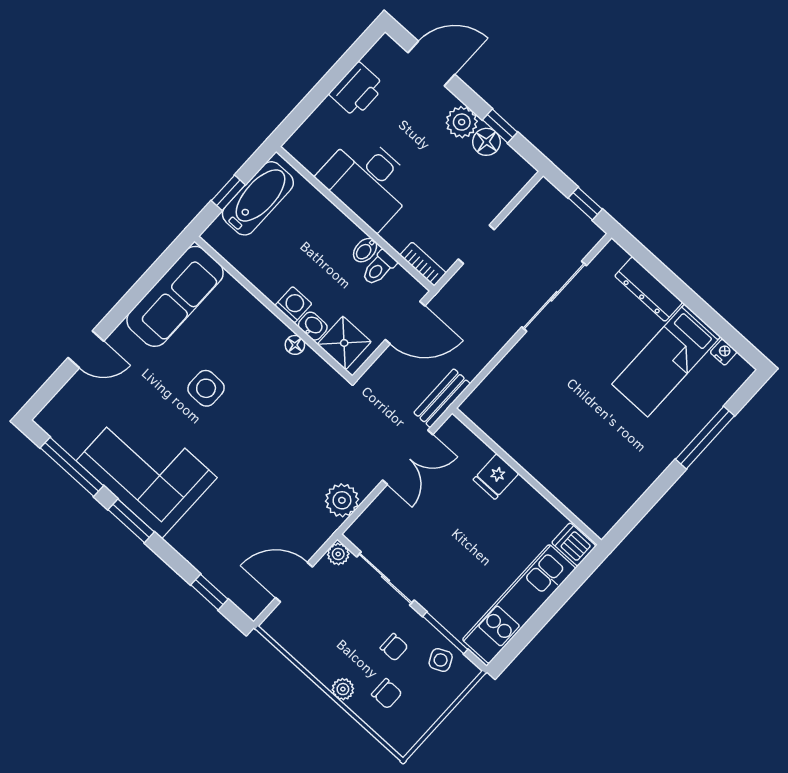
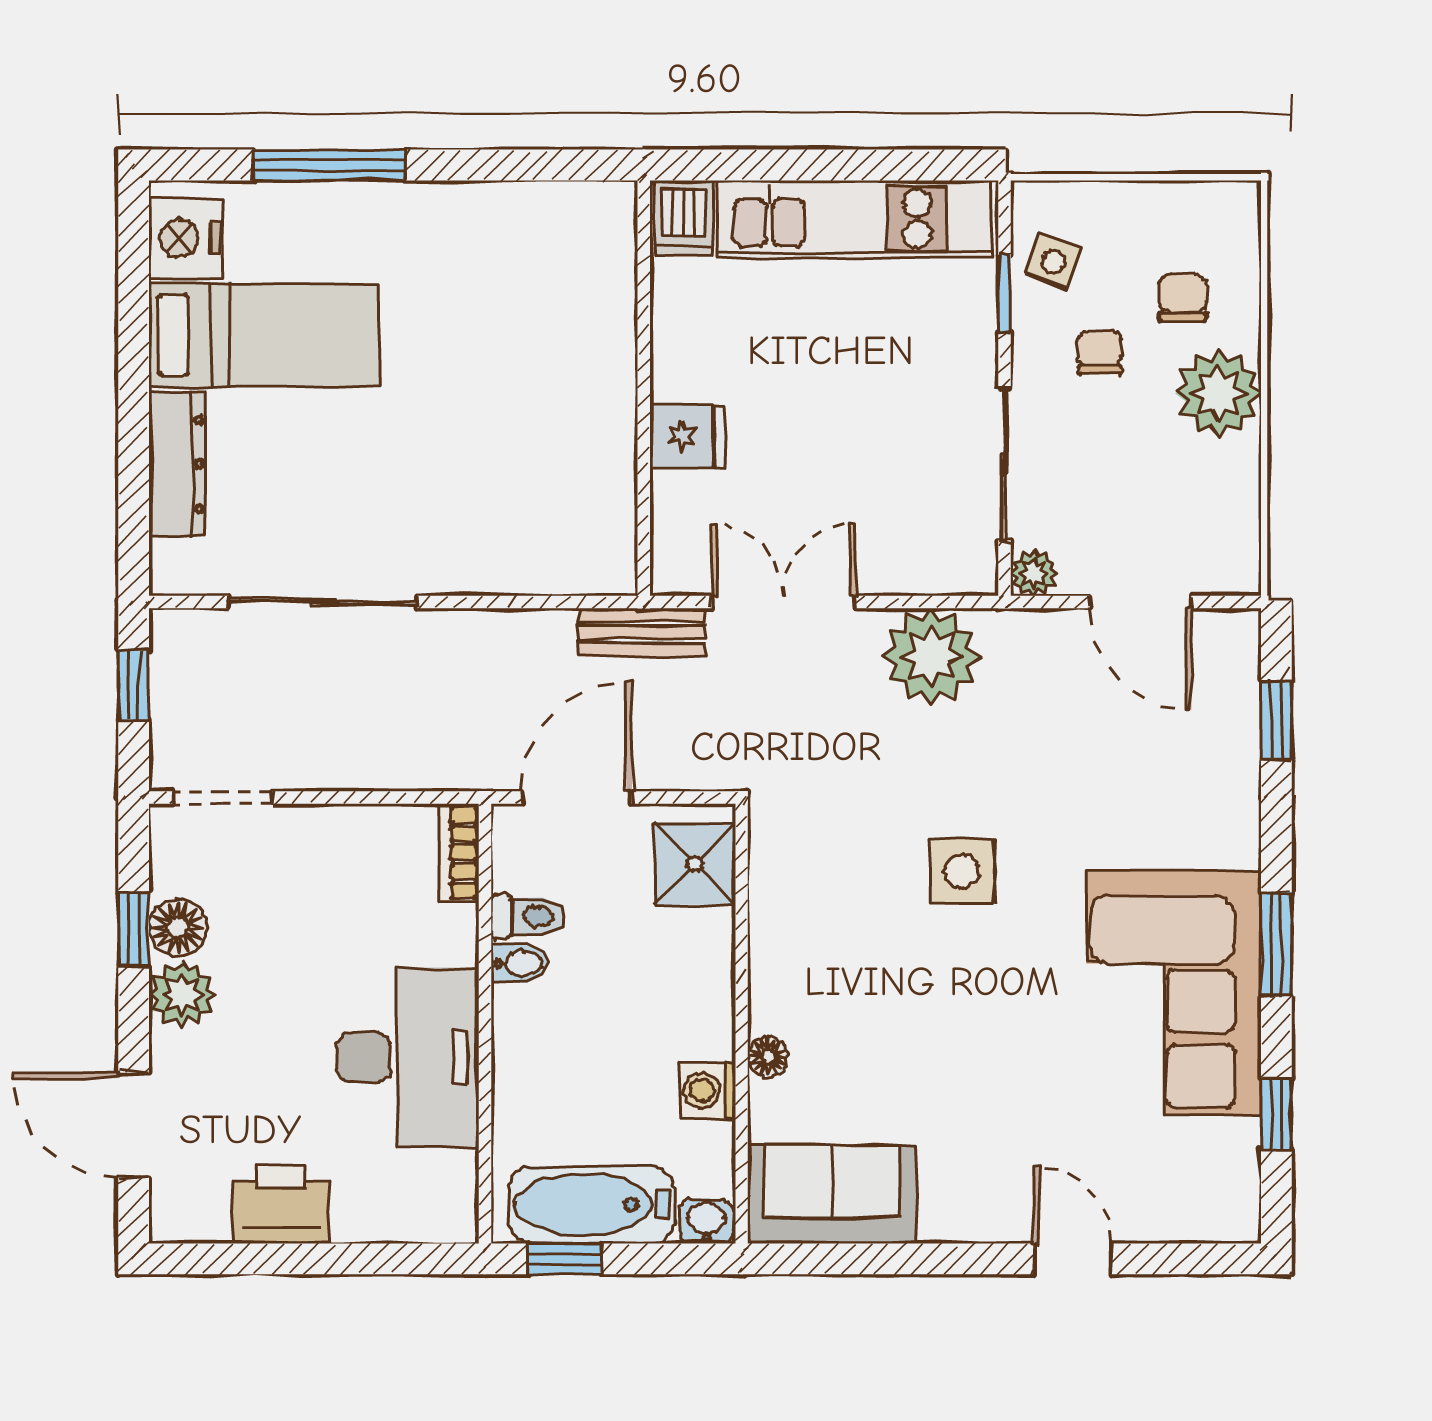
window: (228, 193) -> (565, 1259), moved
doorway: (476, 244) -> (223, 798), moved
sofa: (175, 296) -> (832, 1195), width x0.73
washing machine: (293, 305) -> (707, 1091), moved
door: (405, 323) -> (577, 798), hinge flipped
washbasin: (313, 326) -> (706, 1221), moved, turned 90
floor lamp: (295, 345) -> (768, 1057), moved
nightstand: (724, 352) -> (185, 238), width x1.89, depth x1.79
side table: (206, 388) -> (962, 871), moved
window: (72, 467) -> (1276, 1114), width x0.46
plant: (342, 500) -> (931, 656), width x1.36, depth x1.36
window: (445, 633) -> (1004, 293), width x0.67
side table: (441, 660) -> (1053, 262), turned 45
plant: (343, 689) -> (1218, 393), width x1.88, depth x1.88

